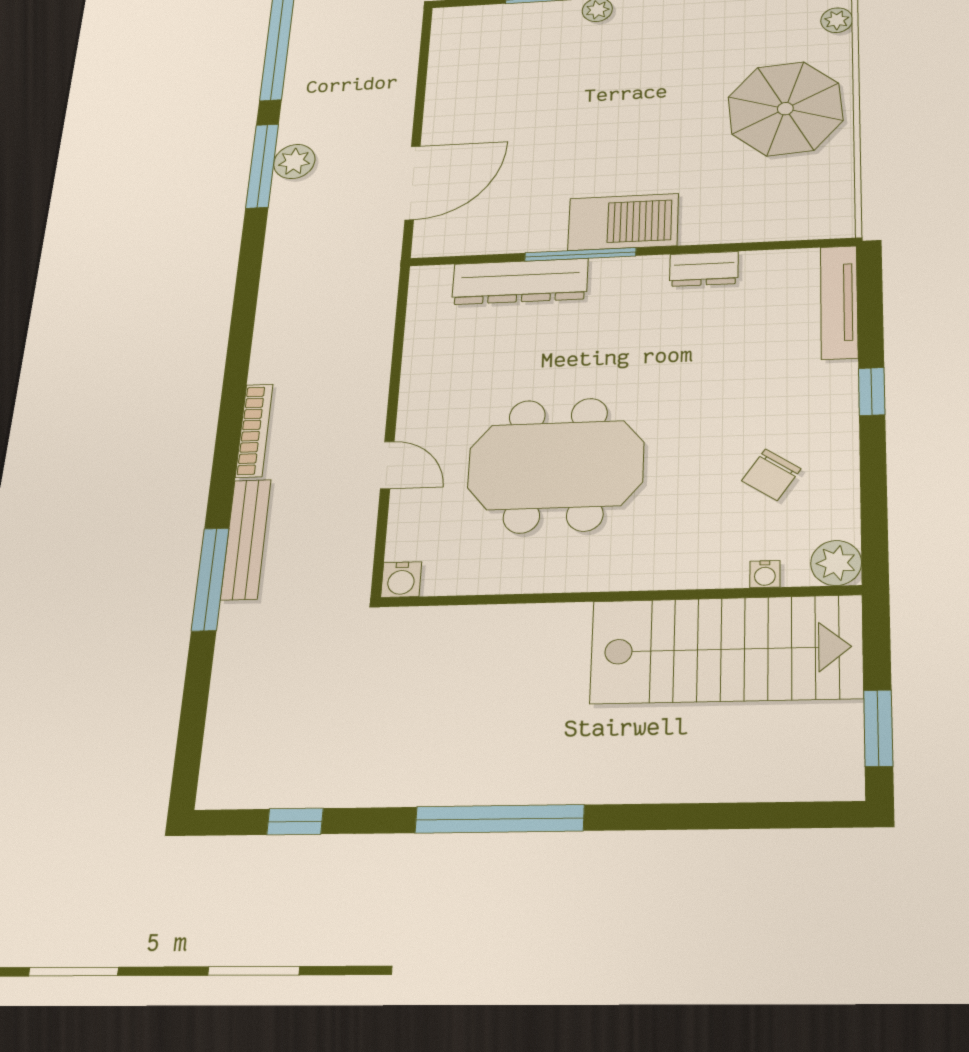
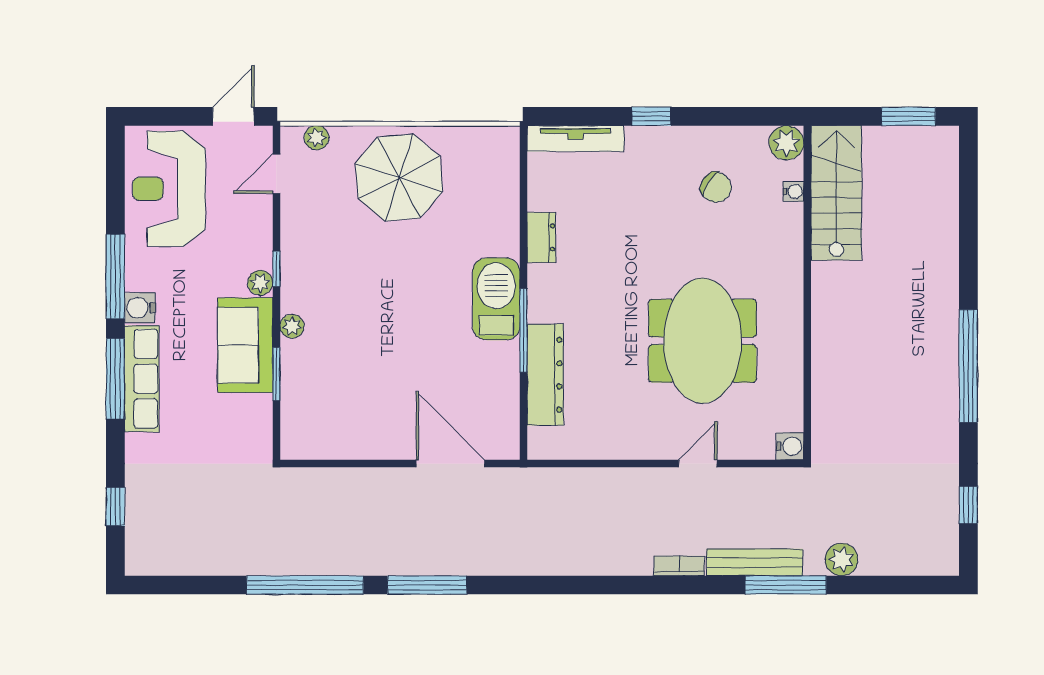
plant: (294, 162) -> (842, 559), moved
bookcase: (254, 430) -> (679, 566), width x0.64
stairs: (726, 649) -> (836, 193), width x0.73, depth x0.66

